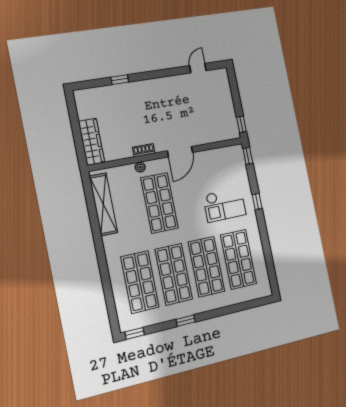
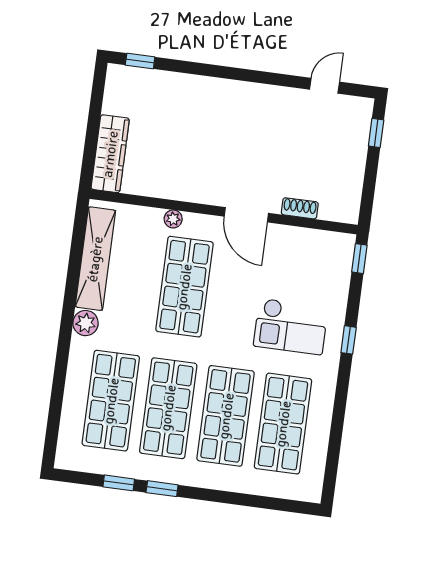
window: (120, 80) -> (140, 61), moved
window: (241, 124) -> (376, 133), moved
shoe rack: (144, 150) -> (300, 208), moved
door: (180, 152) -> (246, 215), hinge flipped
plant: (110, 243) -> (86, 323), added
window: (135, 333) -> (119, 483), moved

